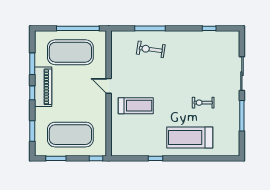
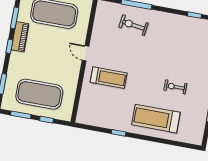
piano: (43, 87) -> (20, 37), width x0.73, depth x0.75
window: (96, 158) -> (47, 120), moved

